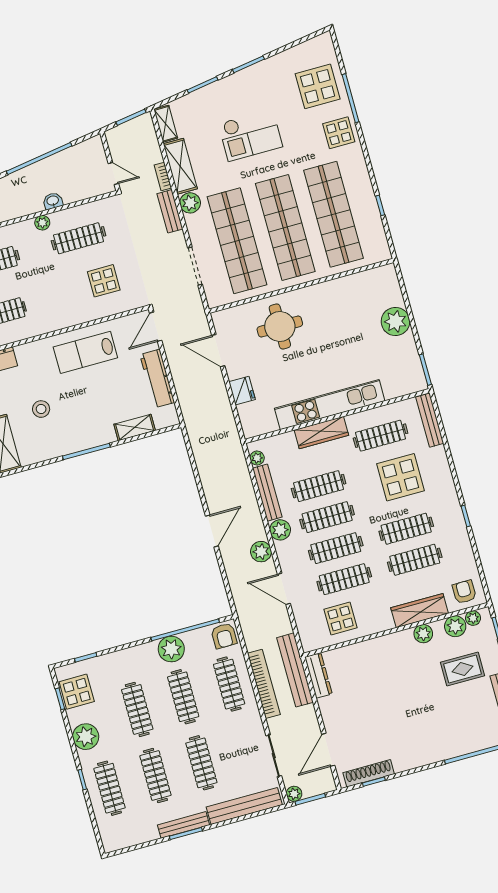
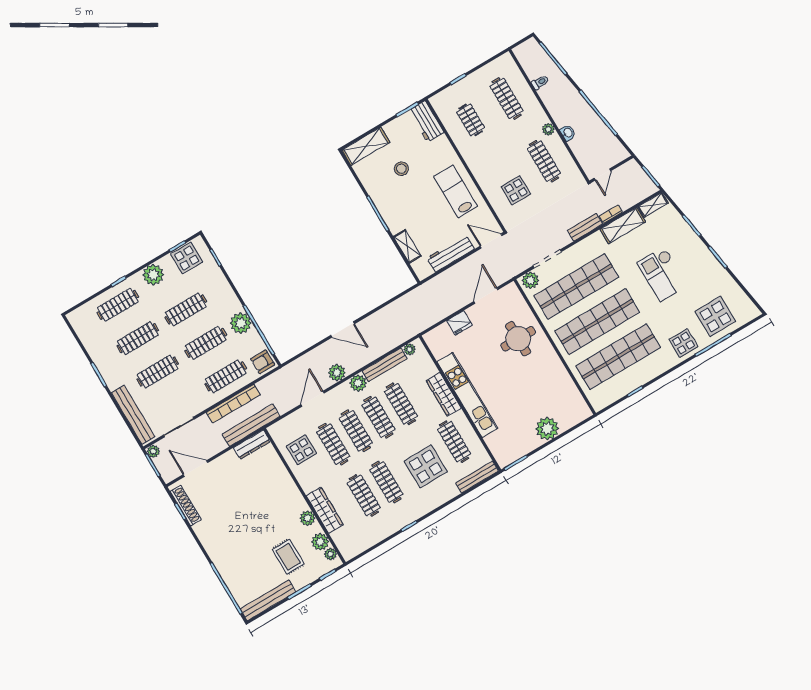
plant: (190, 203) -> (530, 280), moved
armchair: (464, 592) -> (349, 541), removed
bench: (184, 825) -> (105, 371), removed

